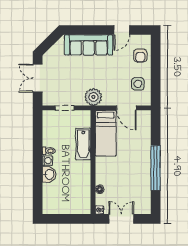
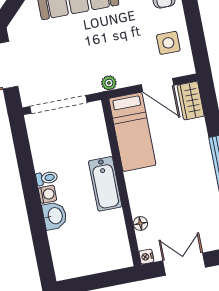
plant: (93, 97) -> (109, 83), width x0.53, depth x0.53
doorway: (65, 108) -> (58, 104), width x1.88
wardrobe: (144, 121) -> (191, 101), added
bathtub: (83, 144) -> (105, 184), moved

